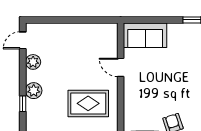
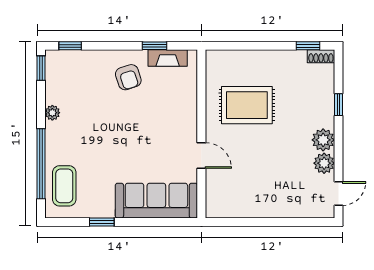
sofa: (145, 35) -> (156, 201), width x1.36
plant: (34, 91) -> (323, 140), moved

